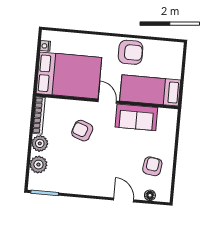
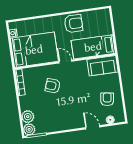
sofa: (136, 117) -> (103, 66), moved
plant: (40, 143) -> (29, 129), moved

